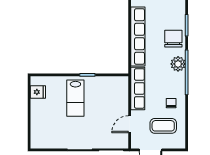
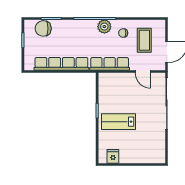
chair: (173, 39) -> (43, 28), moved
plant: (178, 64) -> (104, 27), moved
lab bench: (75, 98) -> (118, 122), turned 180

